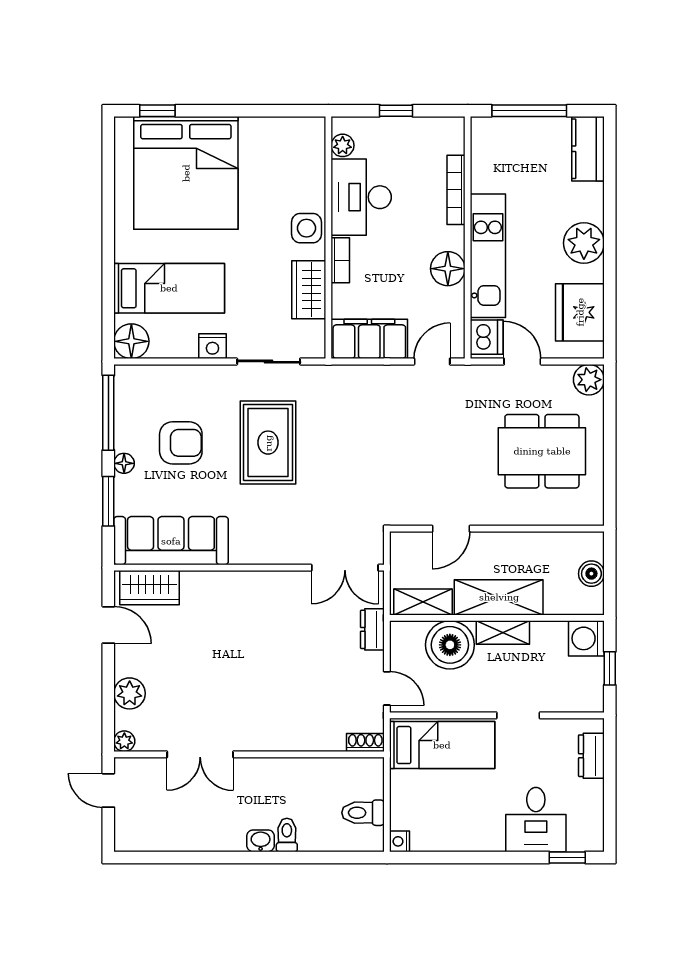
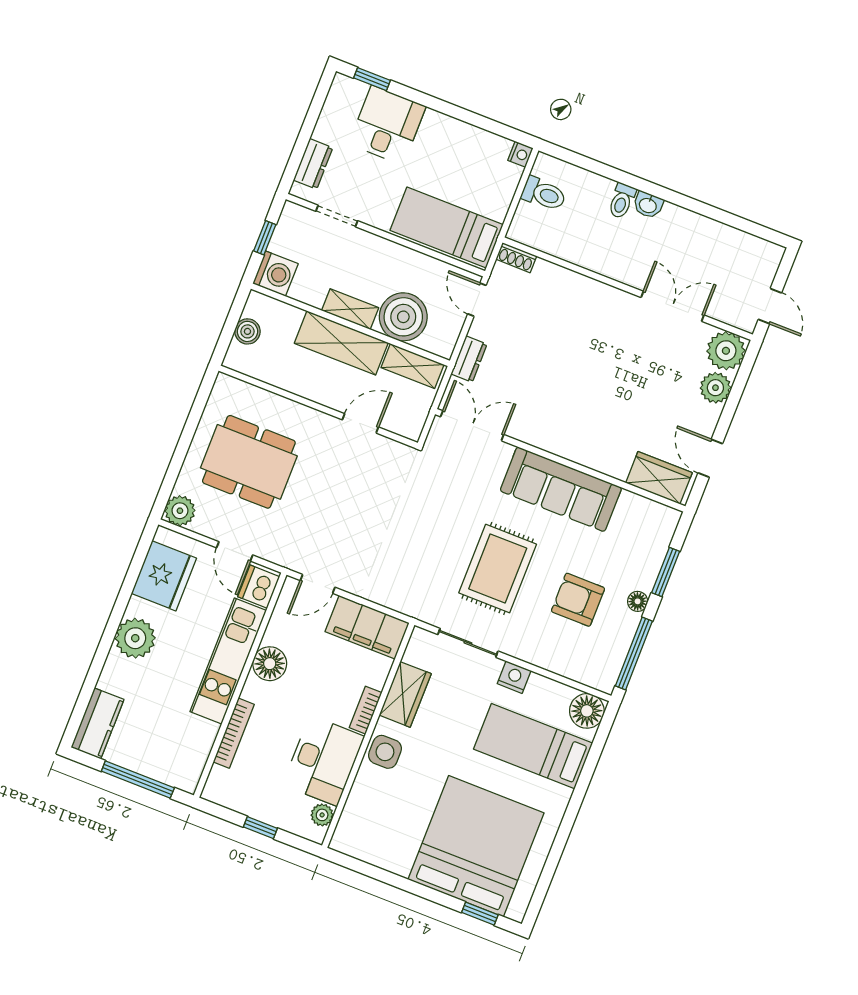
sofa: (171, 541) -> (561, 489), moved
doorway: (518, 715) -> (337, 216), moved
plant: (124, 741) -> (726, 351), width x1.87, depth x1.87

